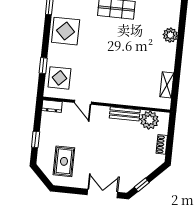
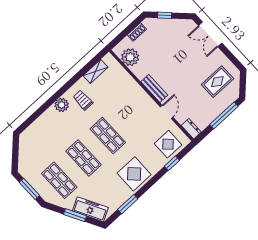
shop shelf: (113, 43) -> (108, 136), added
trolley: (157, 54) -> (83, 100), added
bench: (125, 114) -> (154, 88), moved
window: (36, 139) -> (224, 115), width x2.17
window: (142, 185) -> (165, 15), moved

